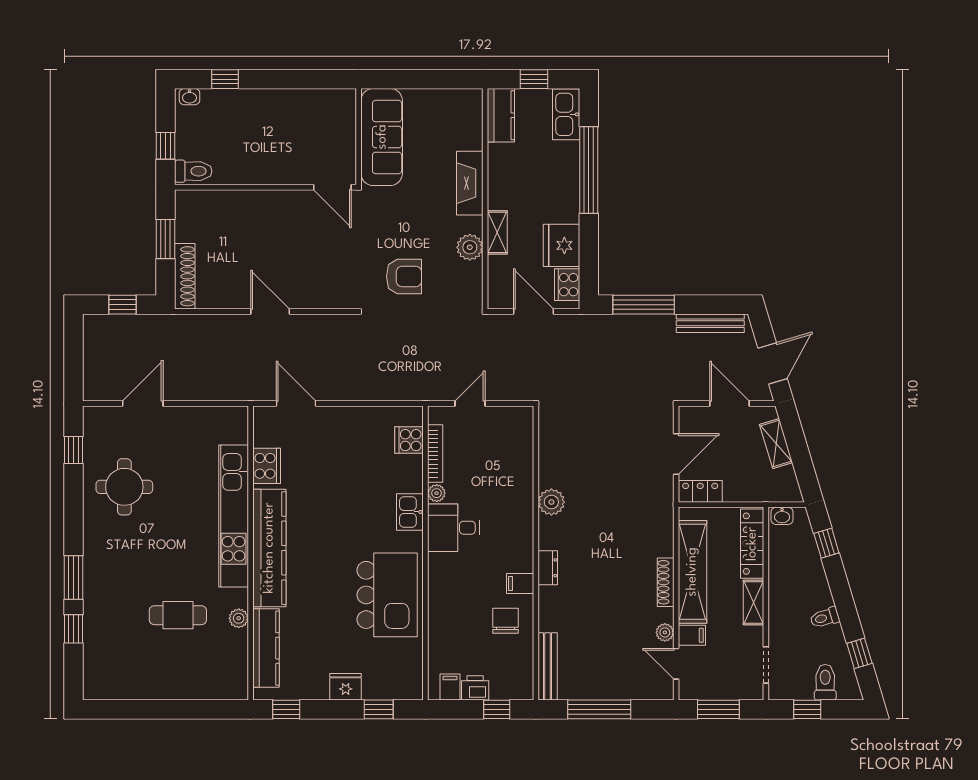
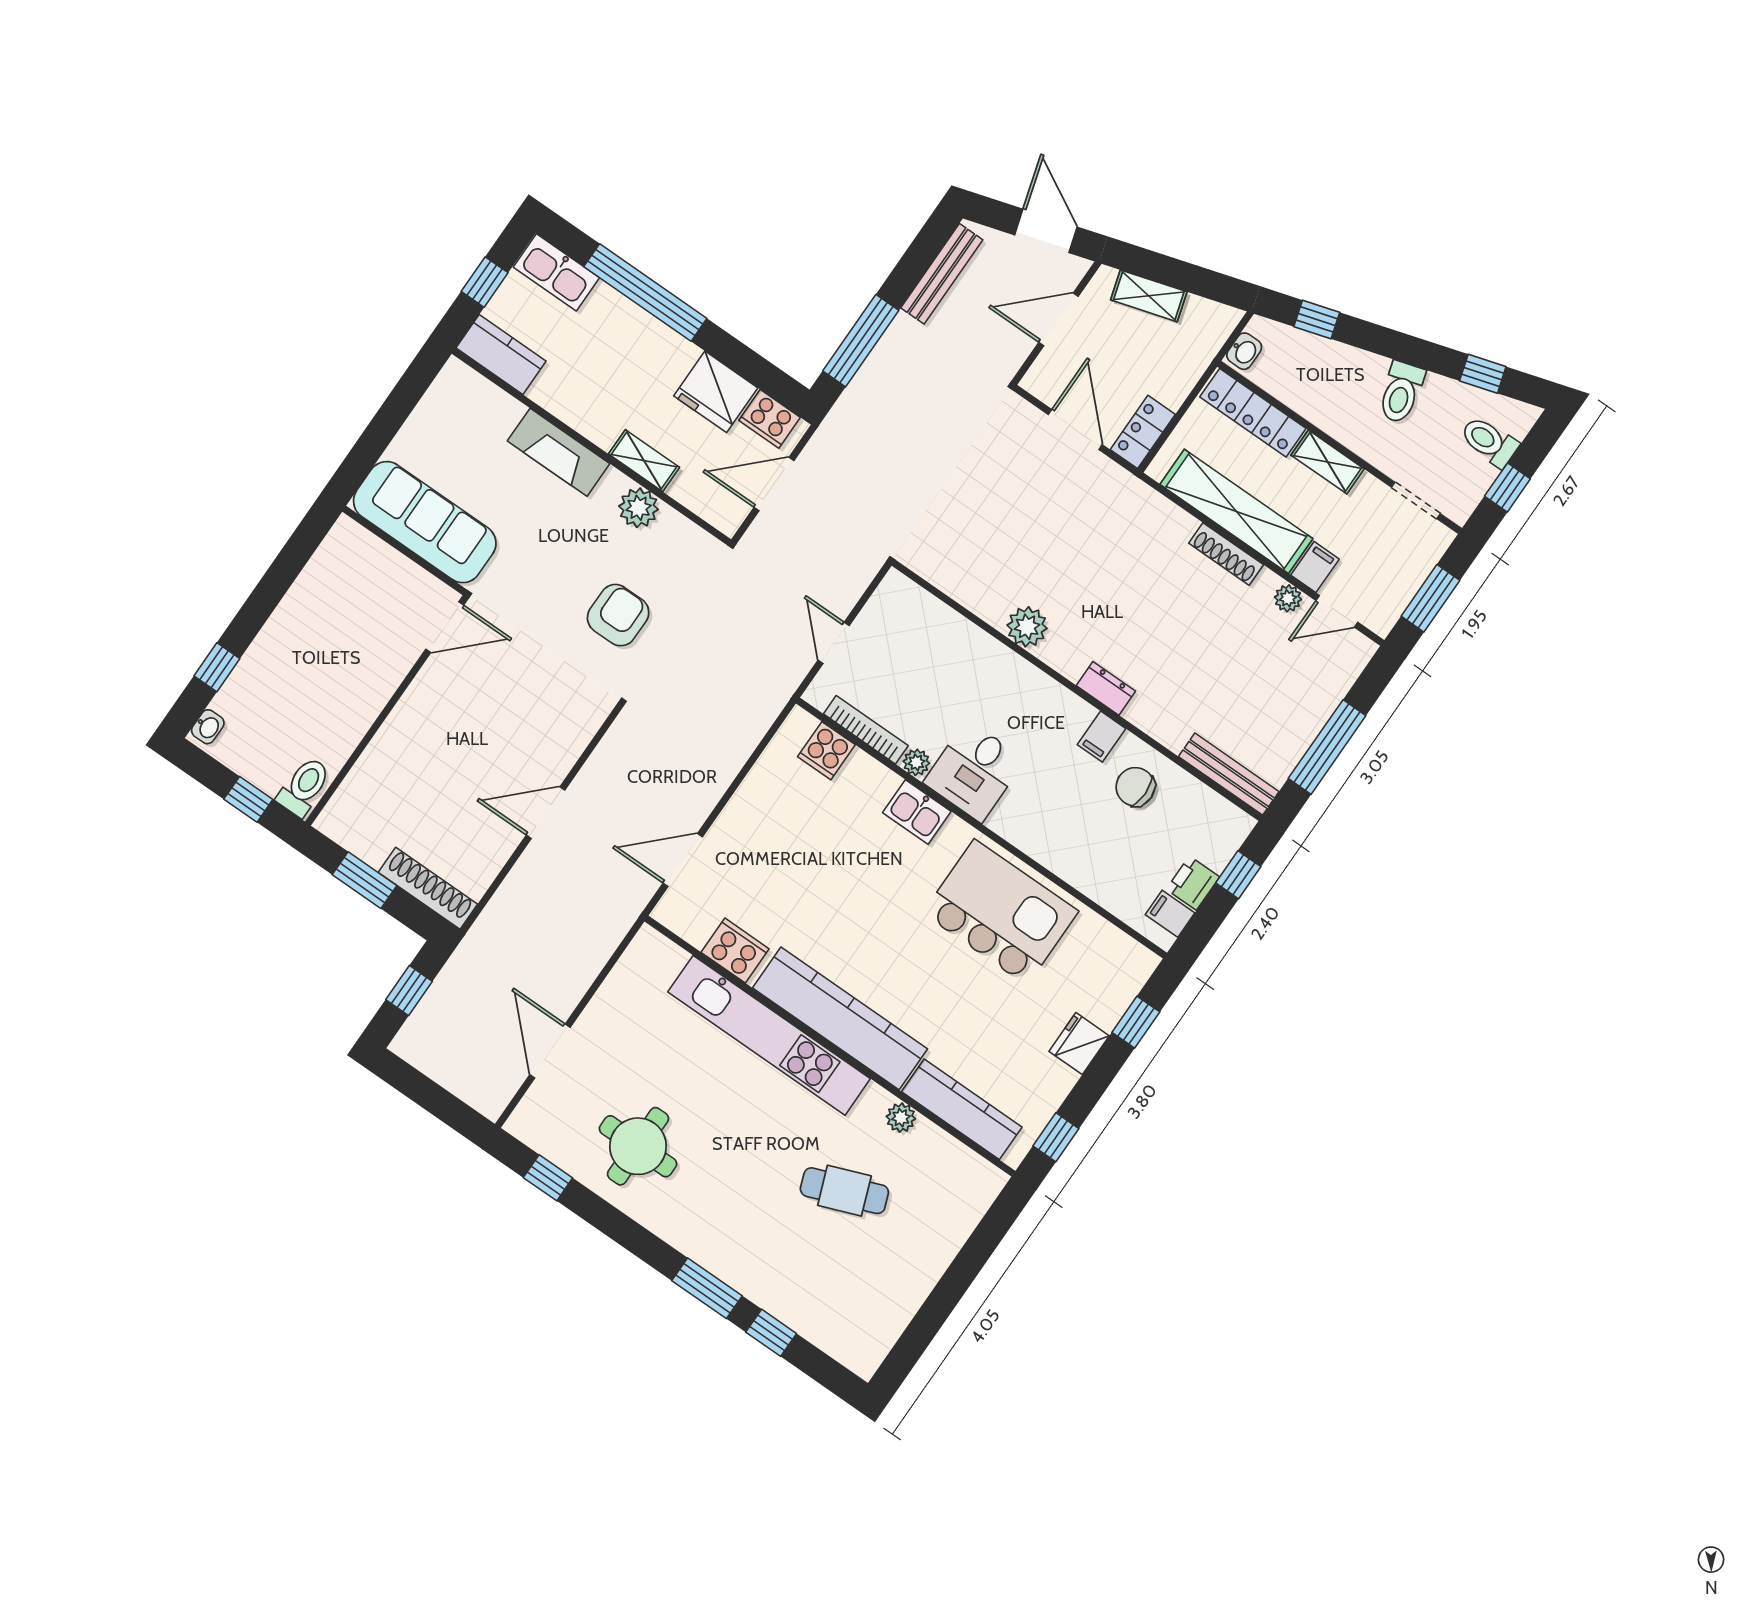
cafe table: (178, 615) -> (844, 1191), turned 69
toilet: (825, 618) -> (1401, 392), width x1.37, depth x1.39

